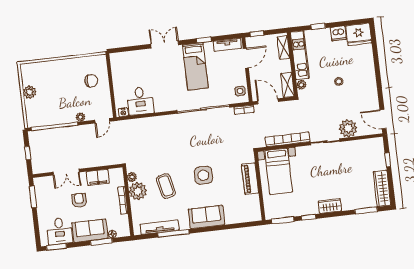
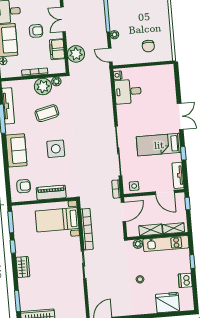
fridge: (359, 34) -> (168, 303), moved, turned 90
shelving: (288, 85) -> (151, 230), moved
plant: (348, 128) -> (76, 54), moved
armchair: (244, 208) -> (24, 186), added

